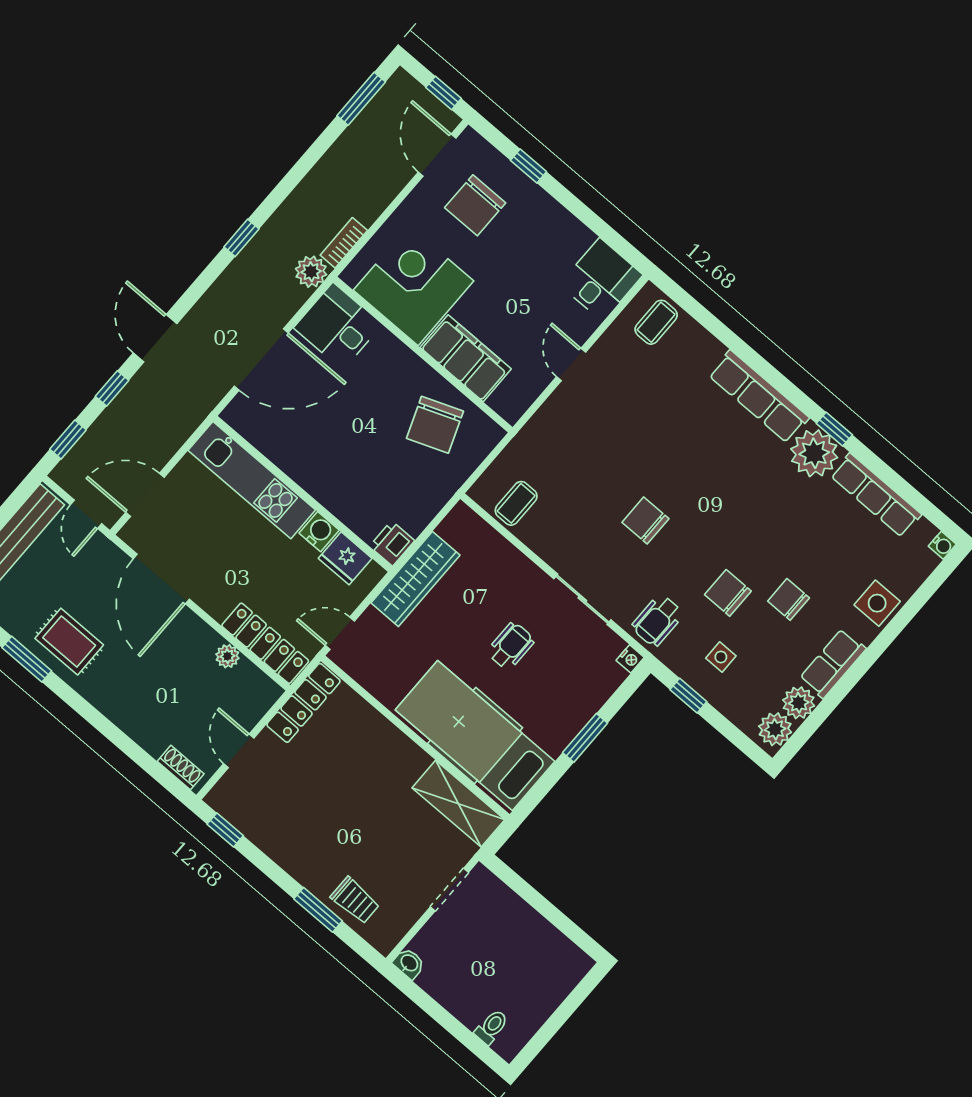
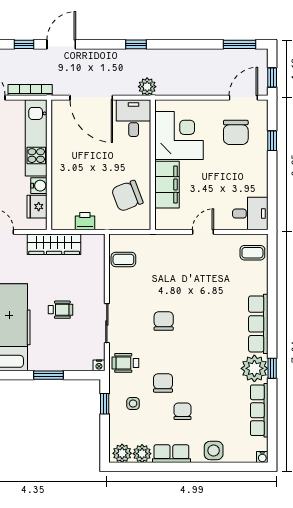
chair: (475, 205) -> (236, 132), turned -90
bookcase: (344, 243) -> (30, 90), moved, width x1.56
printer: (392, 543) -> (85, 221), moved

